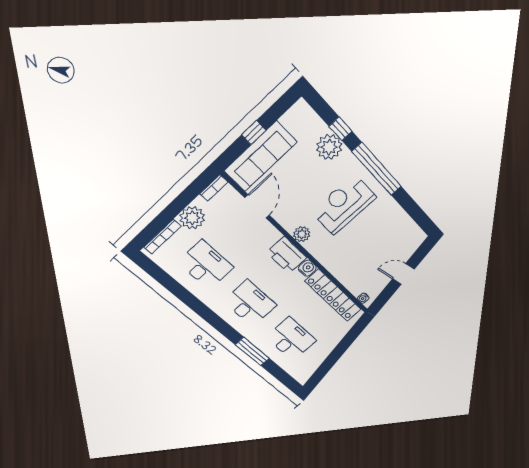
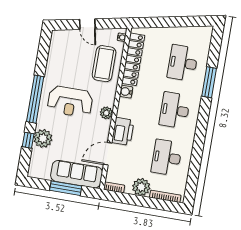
window: (254, 132) -> (66, 188), width x2.17
printer: (287, 255) -> (123, 131), moved
coffee table: (353, 265) -> (104, 64), added

